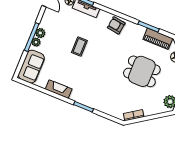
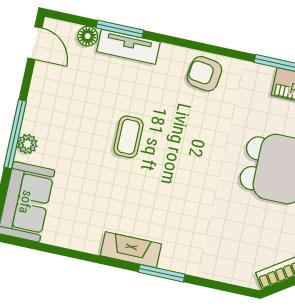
plant: (40, 33) -> (34, 121), removed
fireplace: (59, 89) -> (131, 250), moved

